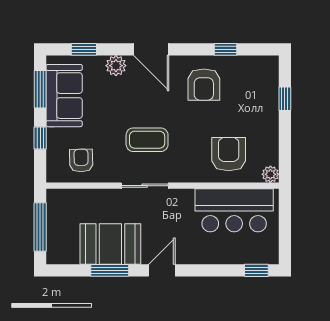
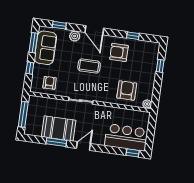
armchair: (204, 85) -> (119, 52), turned 90
coffee table: (147, 140) -> (89, 66), moved
bar counter: (234, 210) -> (126, 137), moved, turned 180

